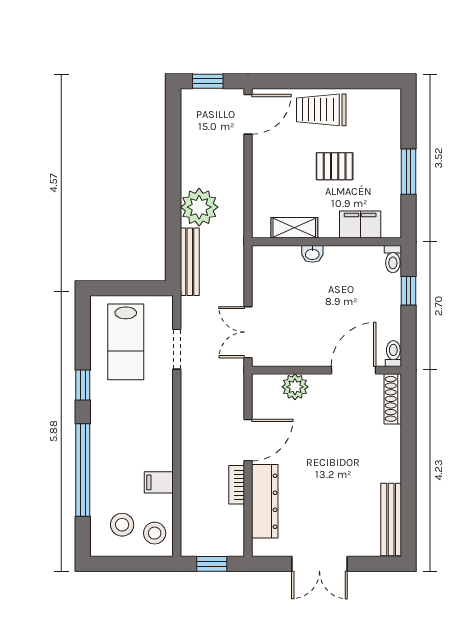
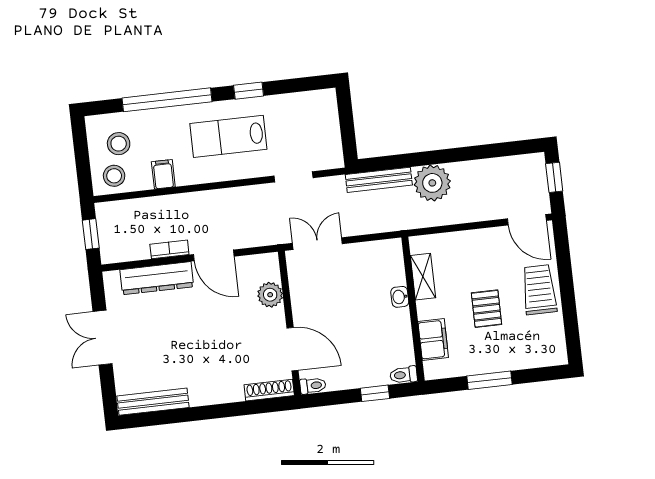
lab bench: (126, 342) -> (228, 136), moved

